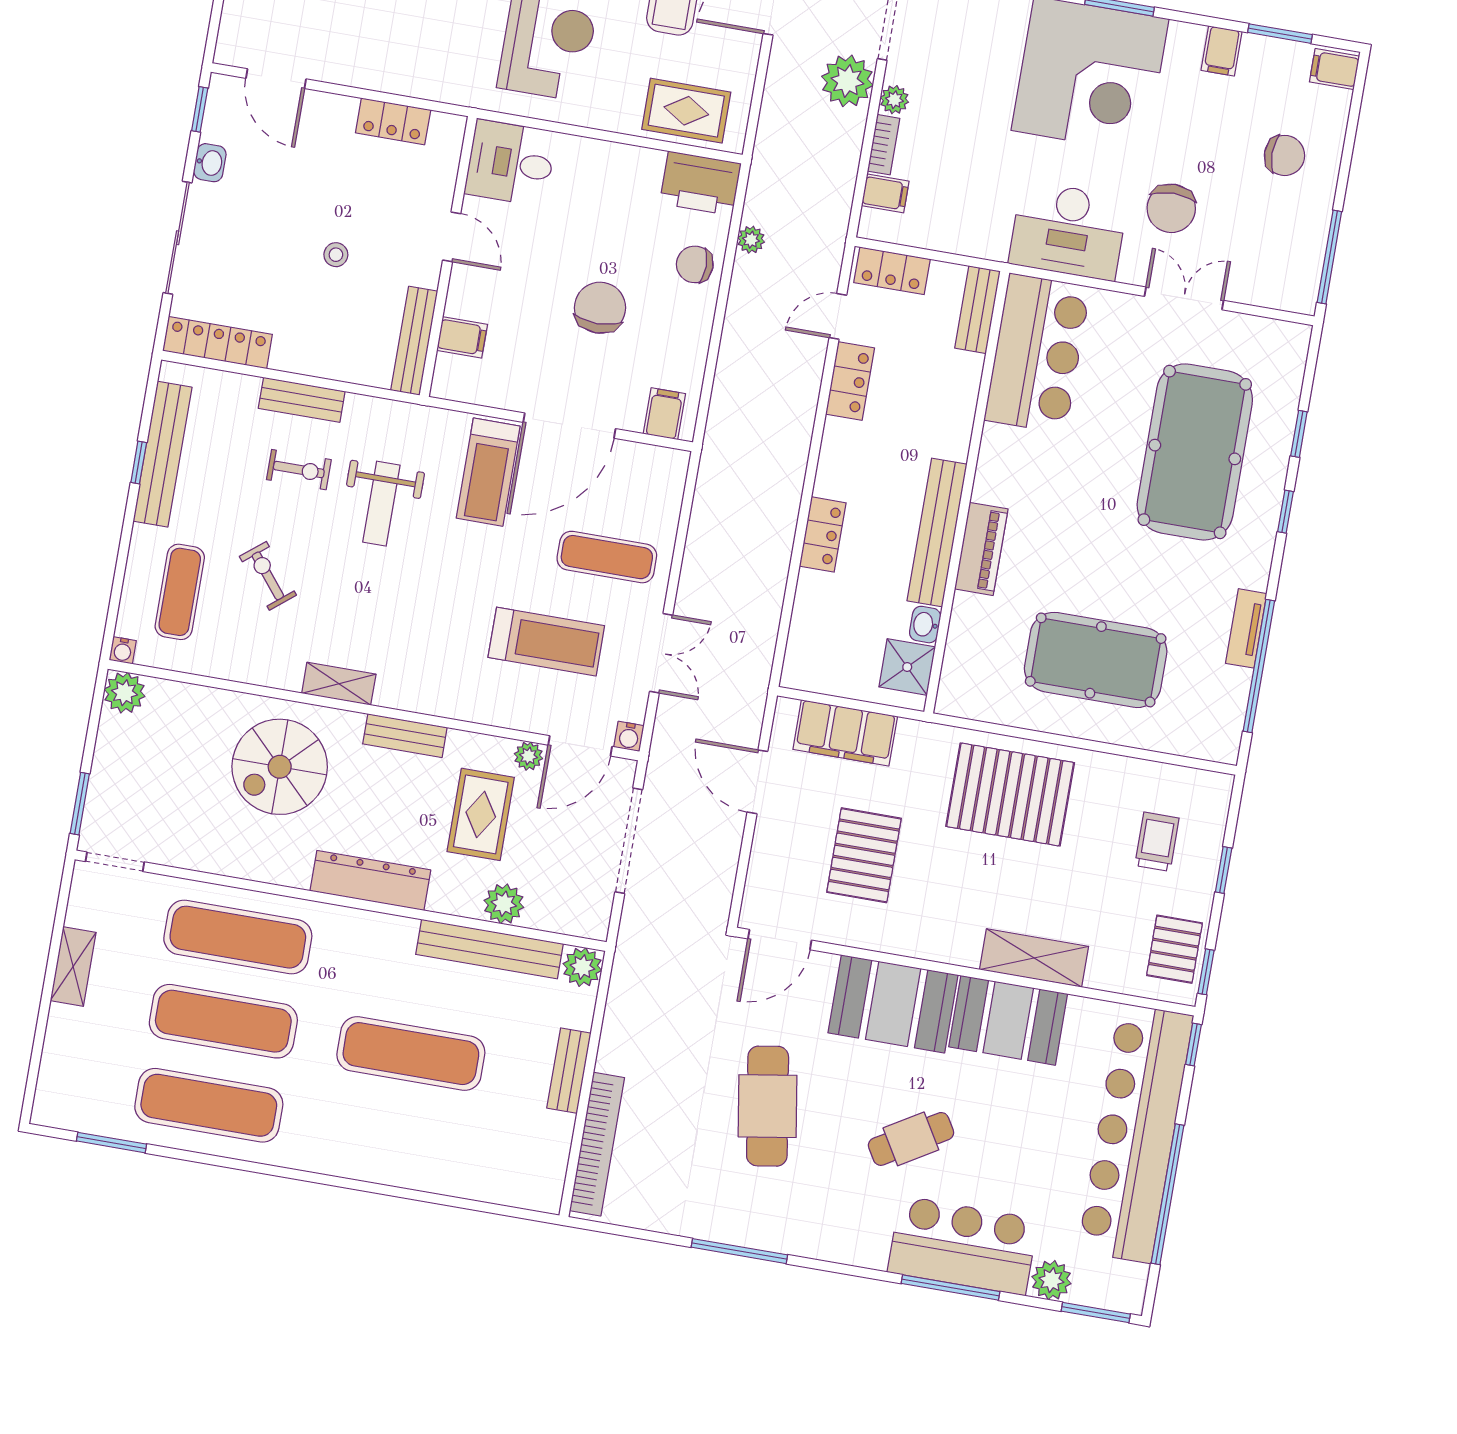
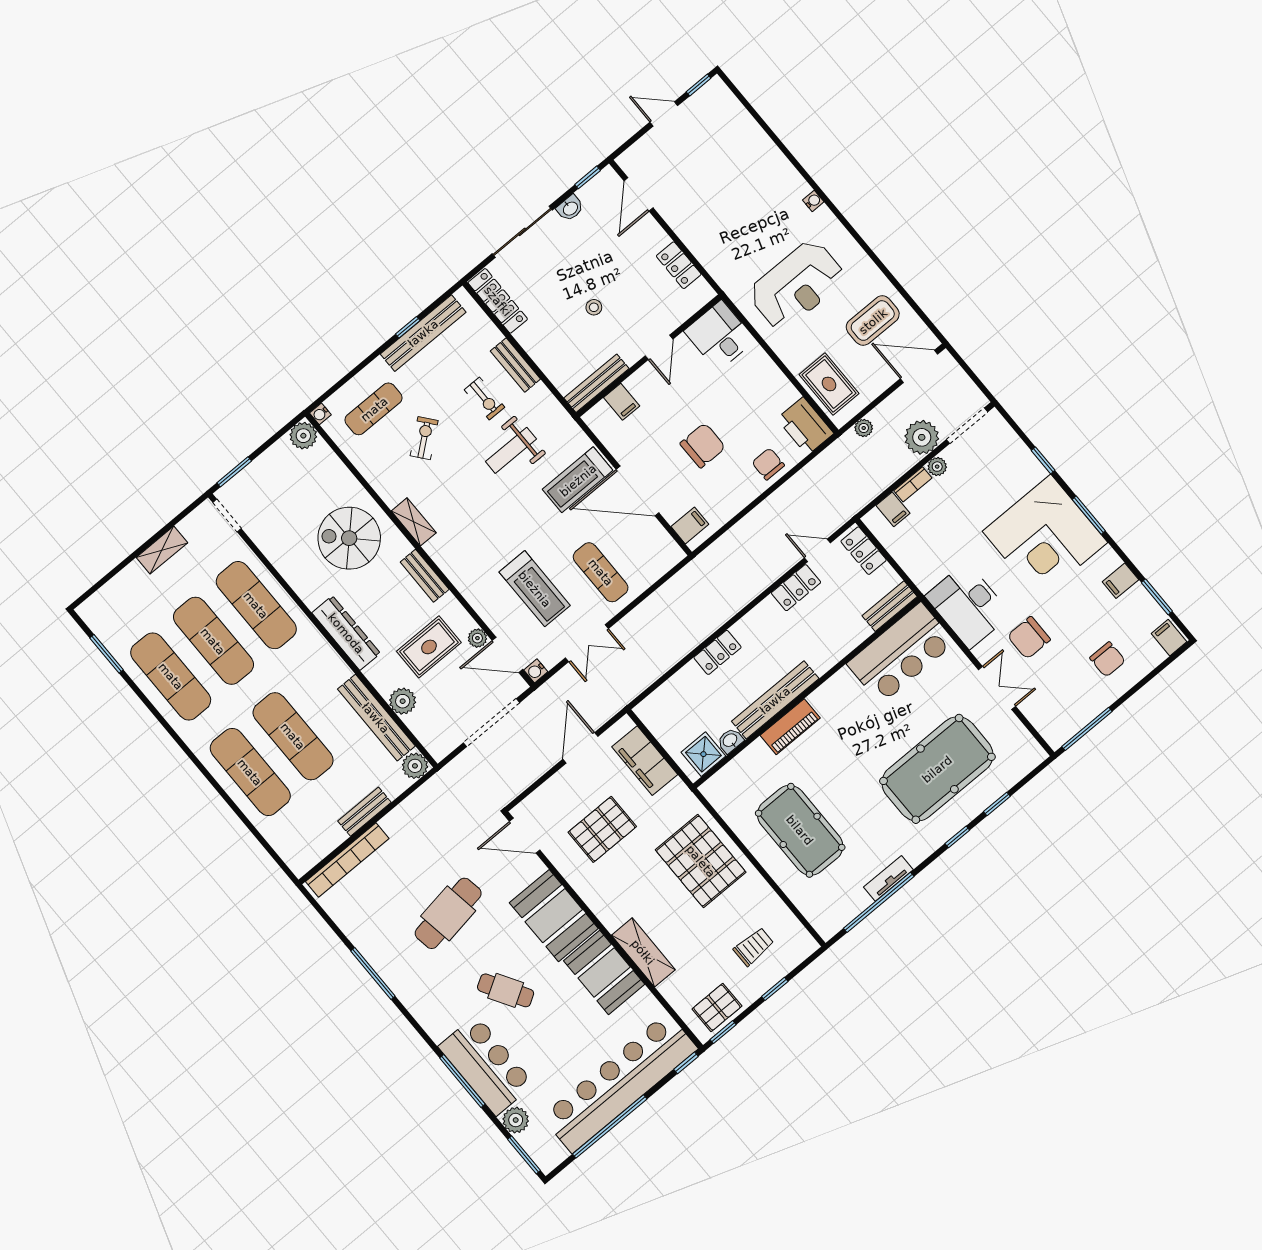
plant: (751, 240) -> (864, 428), moved
exercise mat: (396, 1138) -> (250, 772), added

